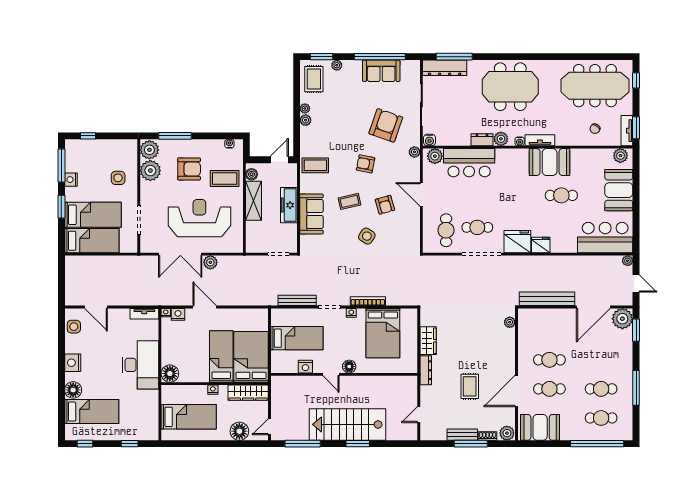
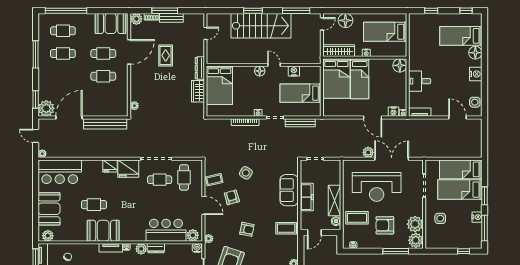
coffee table: (350, 201) -> (214, 180), moved
bed: (383, 333) -> (219, 85), moved, turned 180
desk: (140, 365) -> (420, 81), width x0.53, depth x0.77

